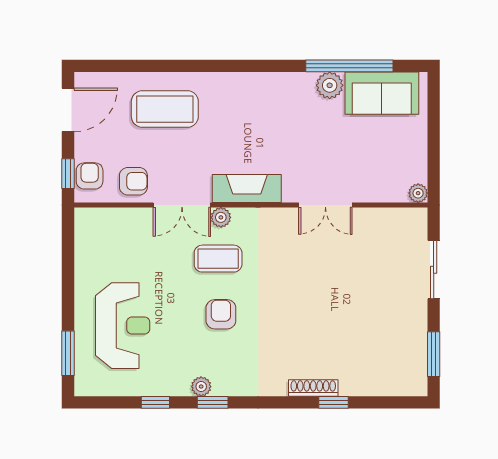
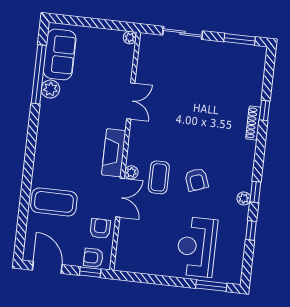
coffee table: (165, 109) -> (54, 202), turned 90
armchair: (221, 314) -> (197, 180), turned -110
reception desk: (123, 326) -> (197, 247), turned -90

